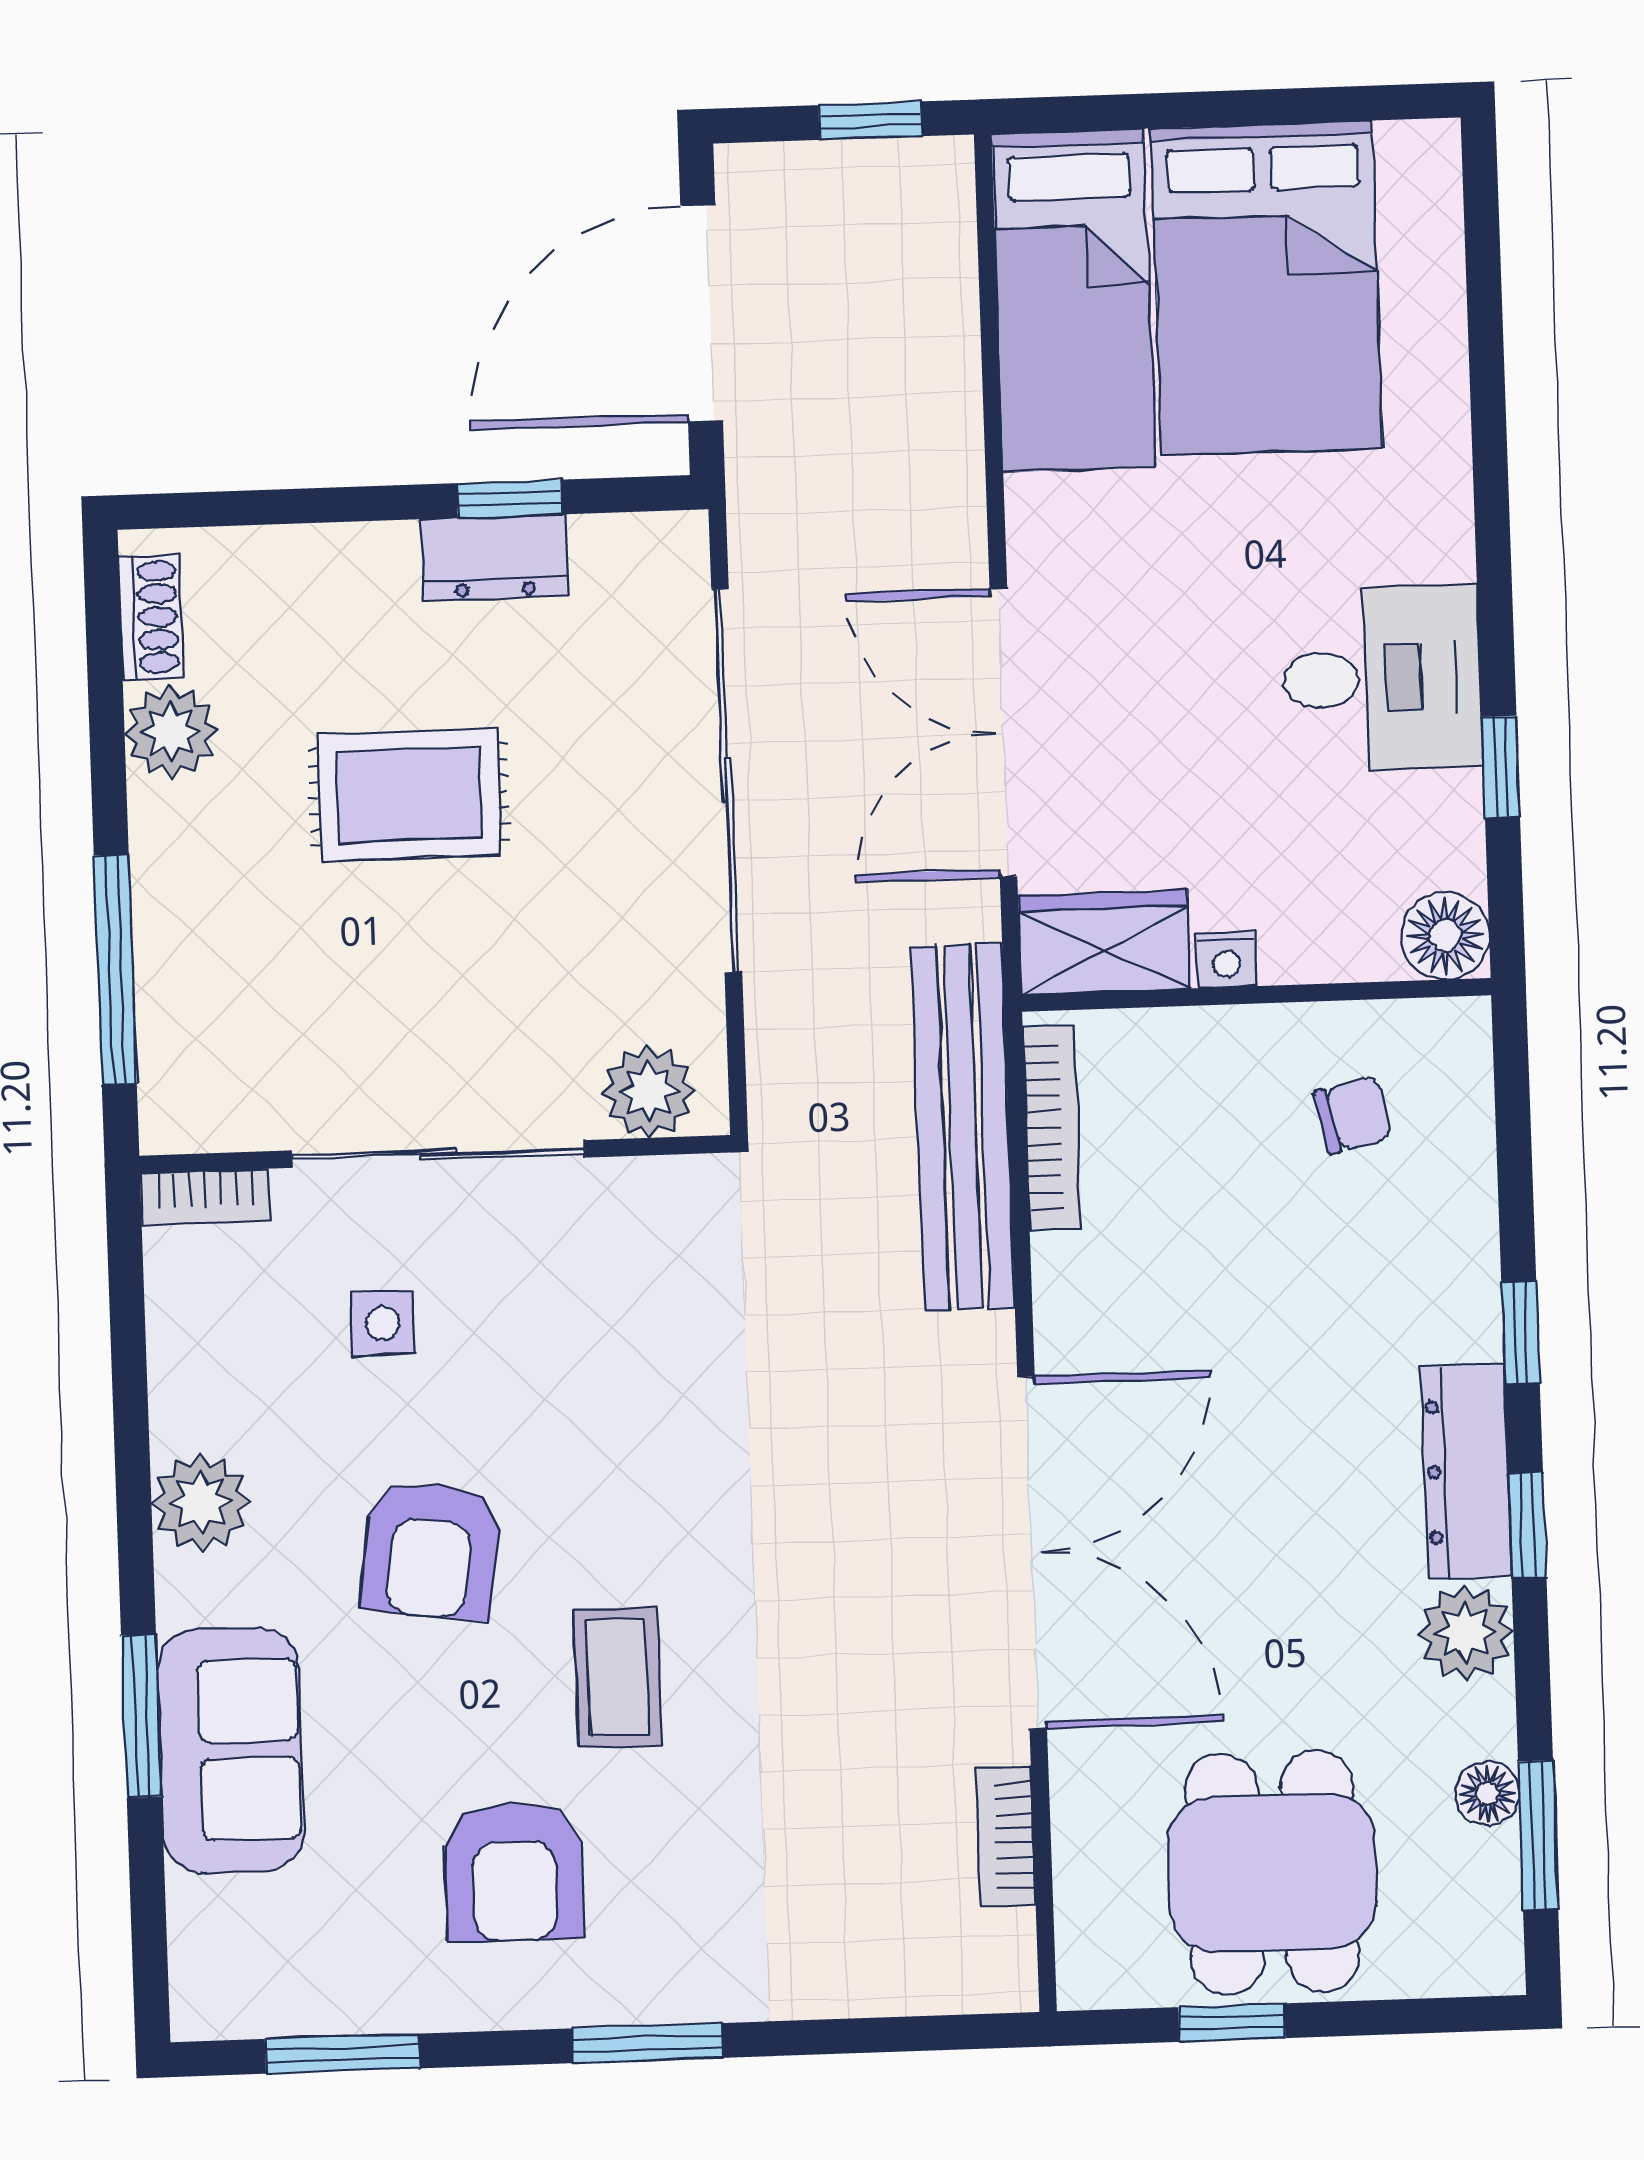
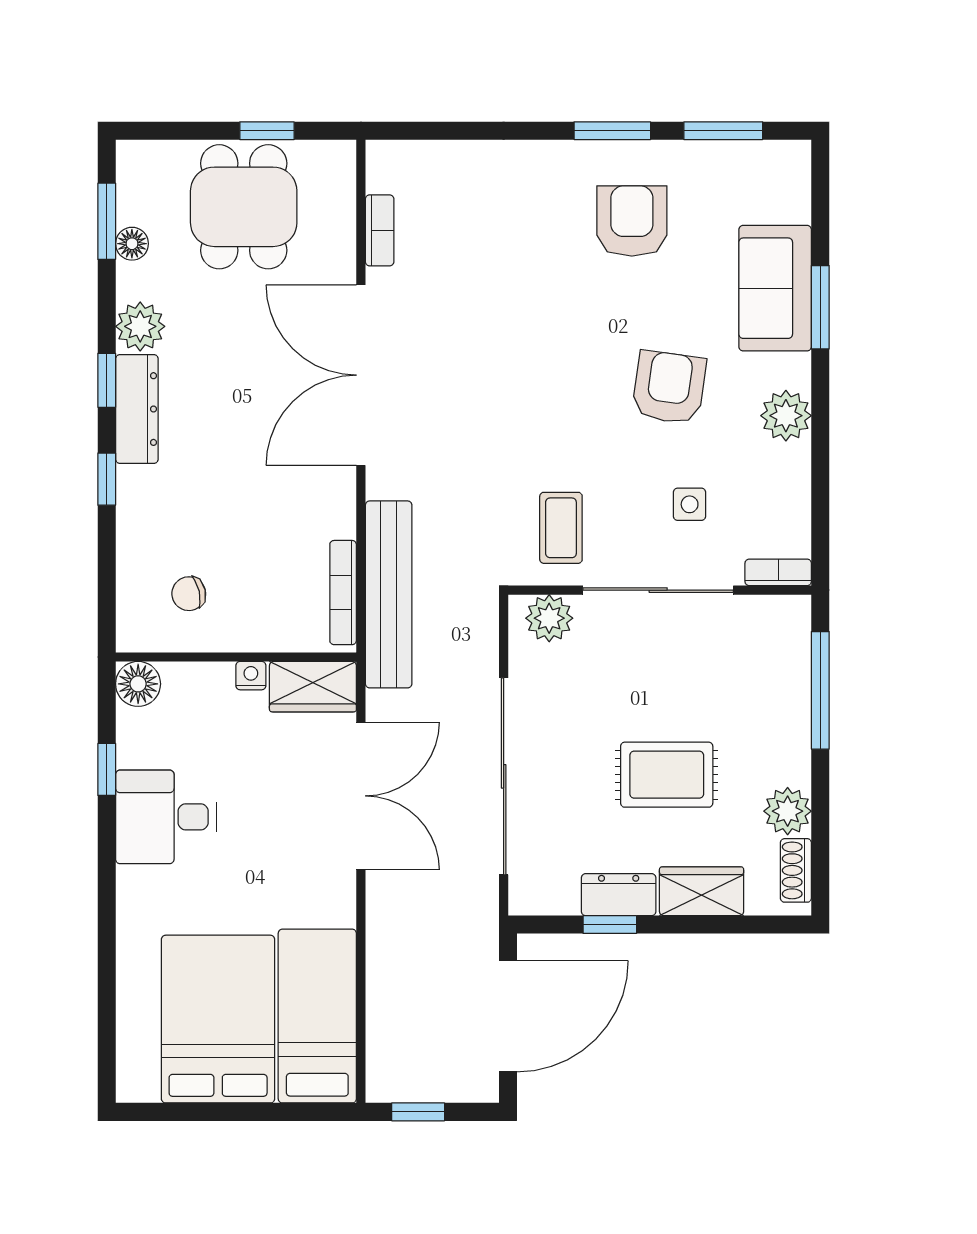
wardrobe: (333, 570) -> (702, 891), added
coffee table: (617, 1677) -> (561, 528), moved
window: (647, 2043) -> (612, 131), moved

